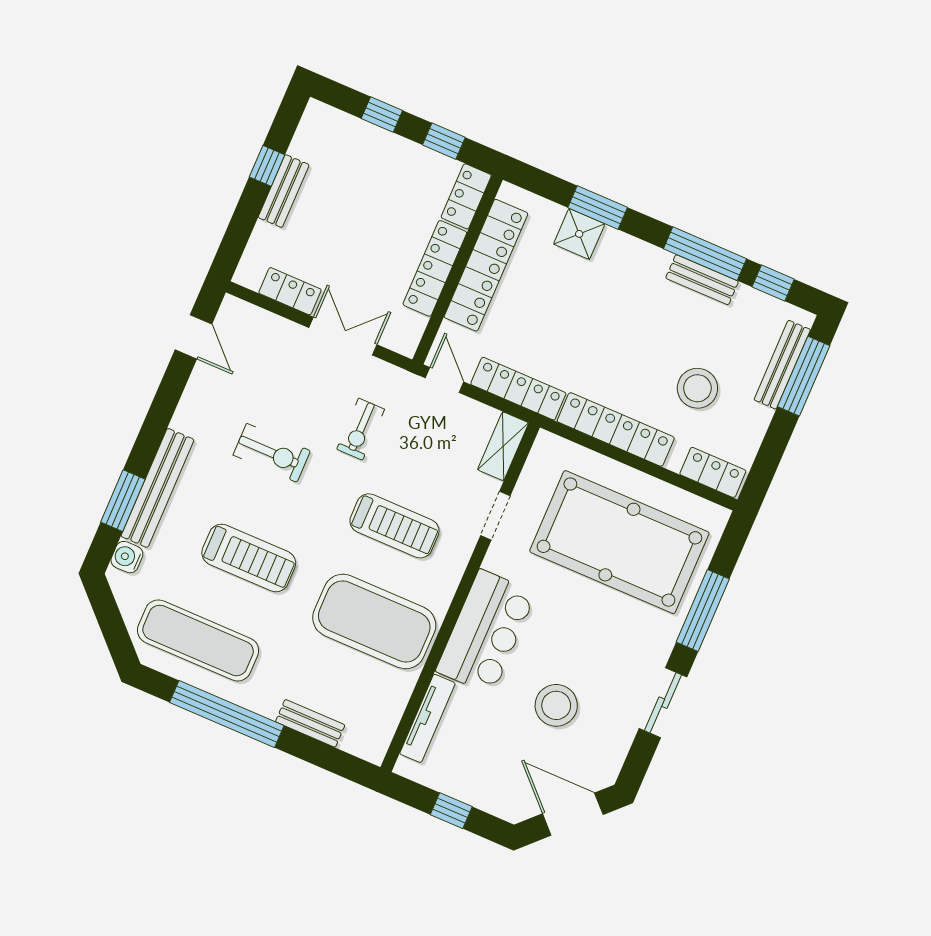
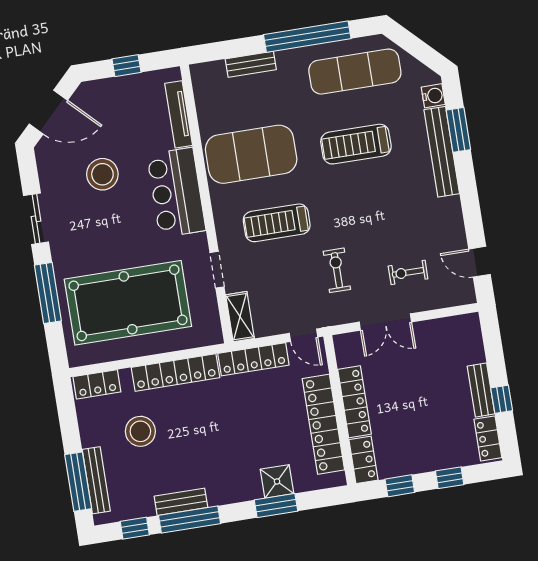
locker: (290, 291) -> (488, 438), moved, turned 90
exercise bike: (272, 453) -> (408, 272), moved, width x0.73, depth x0.72

